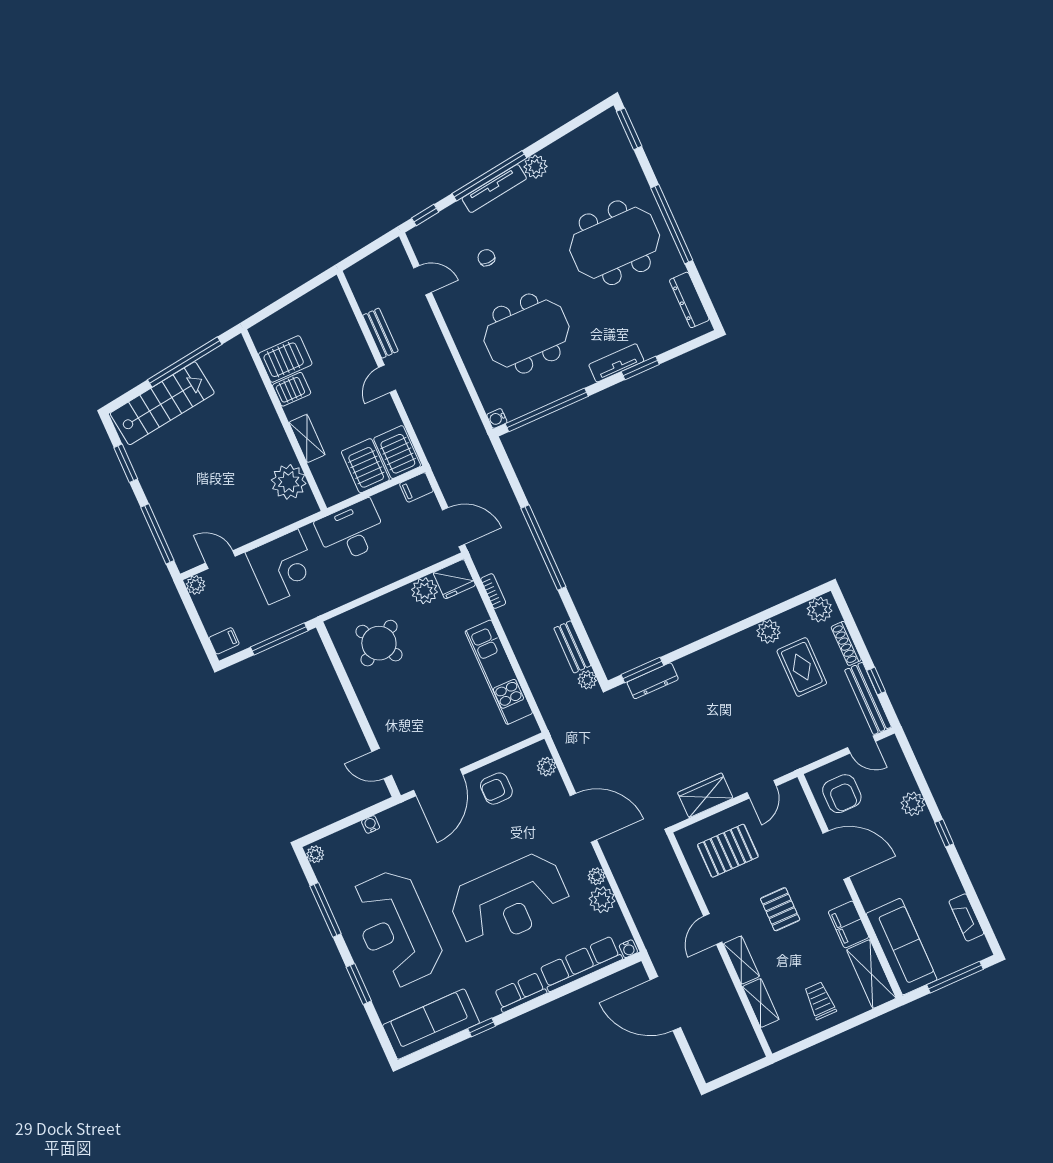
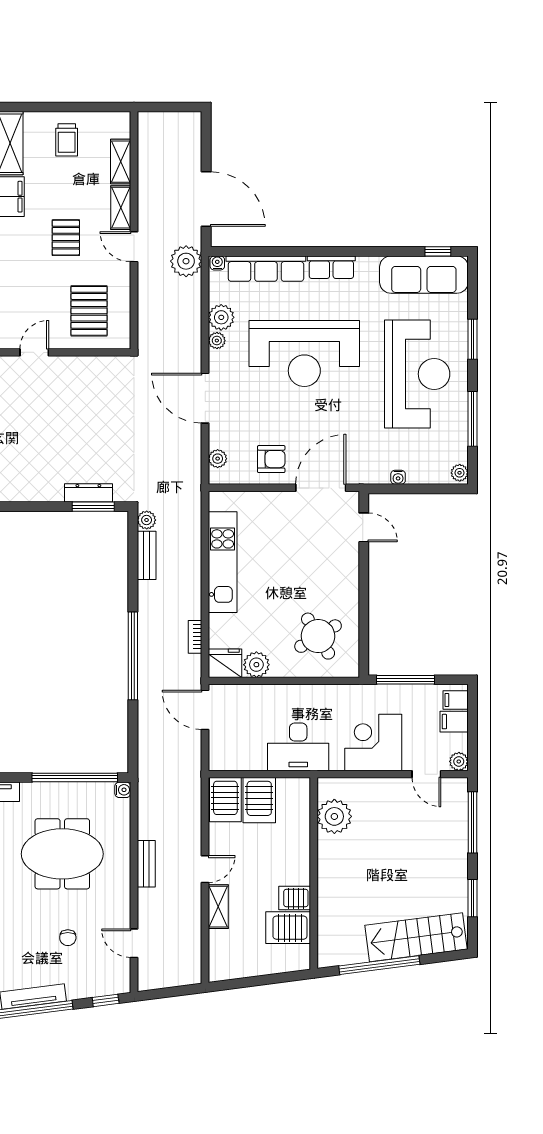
bench: (380, 333) -> (146, 864), moved
shelving: (307, 438) -> (218, 907), moved
filing cabinet: (416, 487) -> (454, 722), moved, turned 180
wardrobe: (705, 795) -> (87, 369), removed
pallet: (728, 851) -> (89, 311), turned 90
reception desk: (510, 901) -> (304, 353), turned 180
door: (713, 929) -> (134, 247), swing flipped
plant: (658, 937) -> (186, 261), added
window: (482, 1027) -> (438, 251), moved

